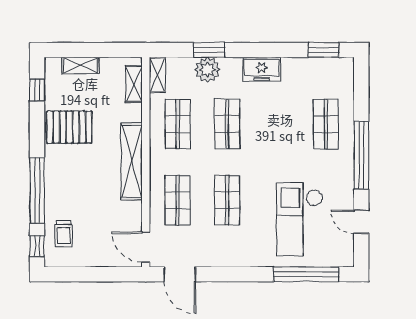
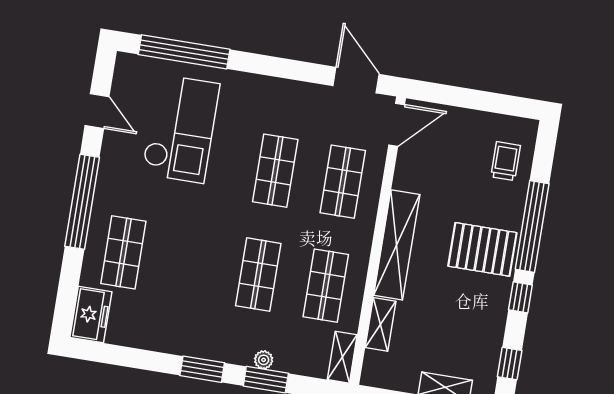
window: (324, 50) -> (202, 369), moved
freezer: (262, 69) -> (91, 315), moved, turned 90
plant: (207, 70) -> (264, 360), width x0.53, depth x0.53
shelving: (134, 84) -> (381, 324), moved
pallet: (69, 127) -> (482, 249), moved
window: (37, 246) -> (520, 297), moved
door: (146, 247) -> (397, 125), hinge flipped

